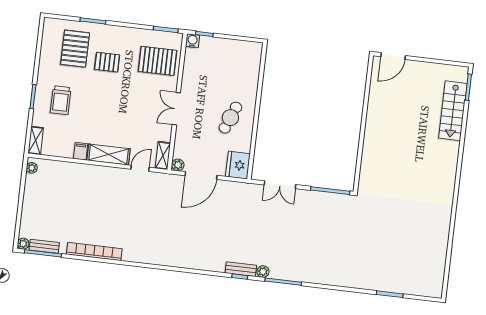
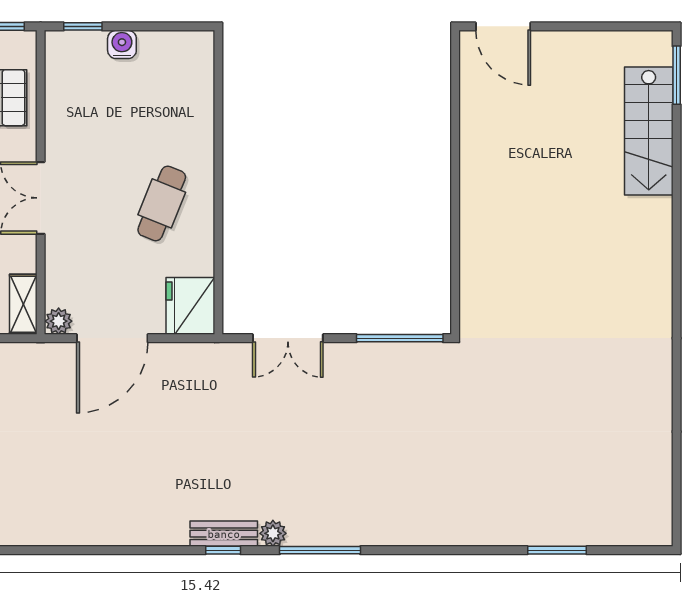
water cooler: (192, 41) -> (122, 44), moved
door: (393, 56) -> (503, 26), hinge flipped

